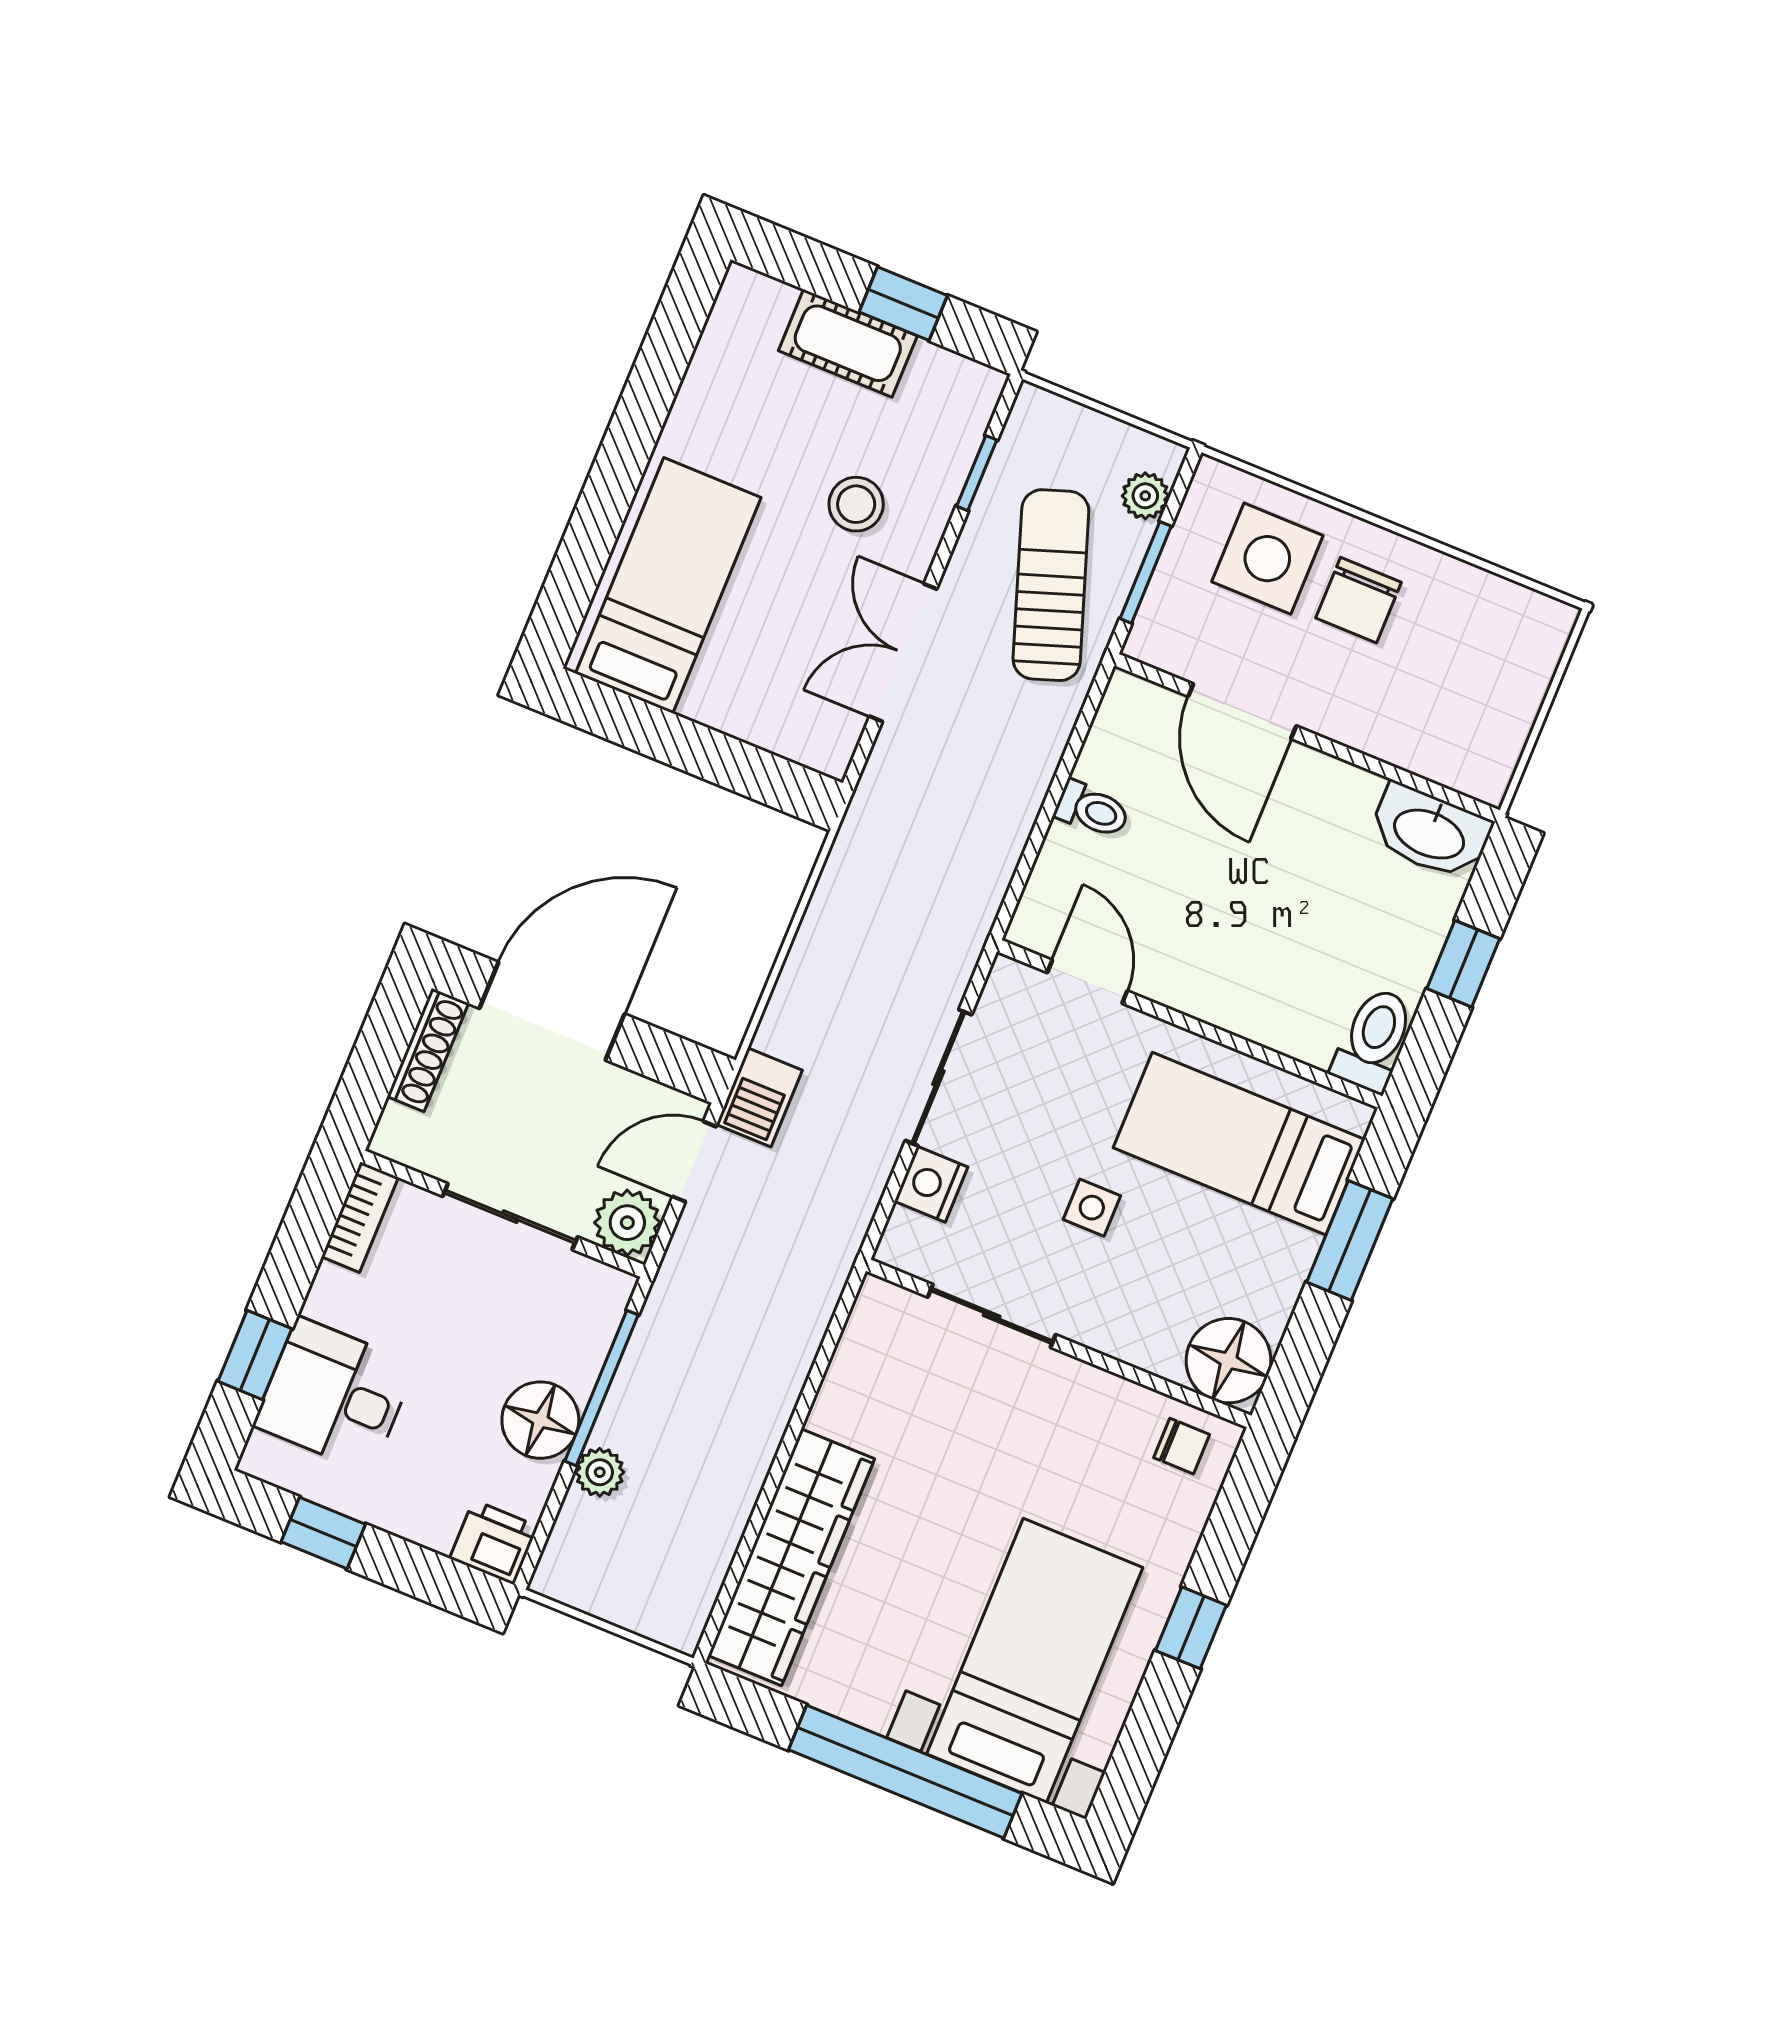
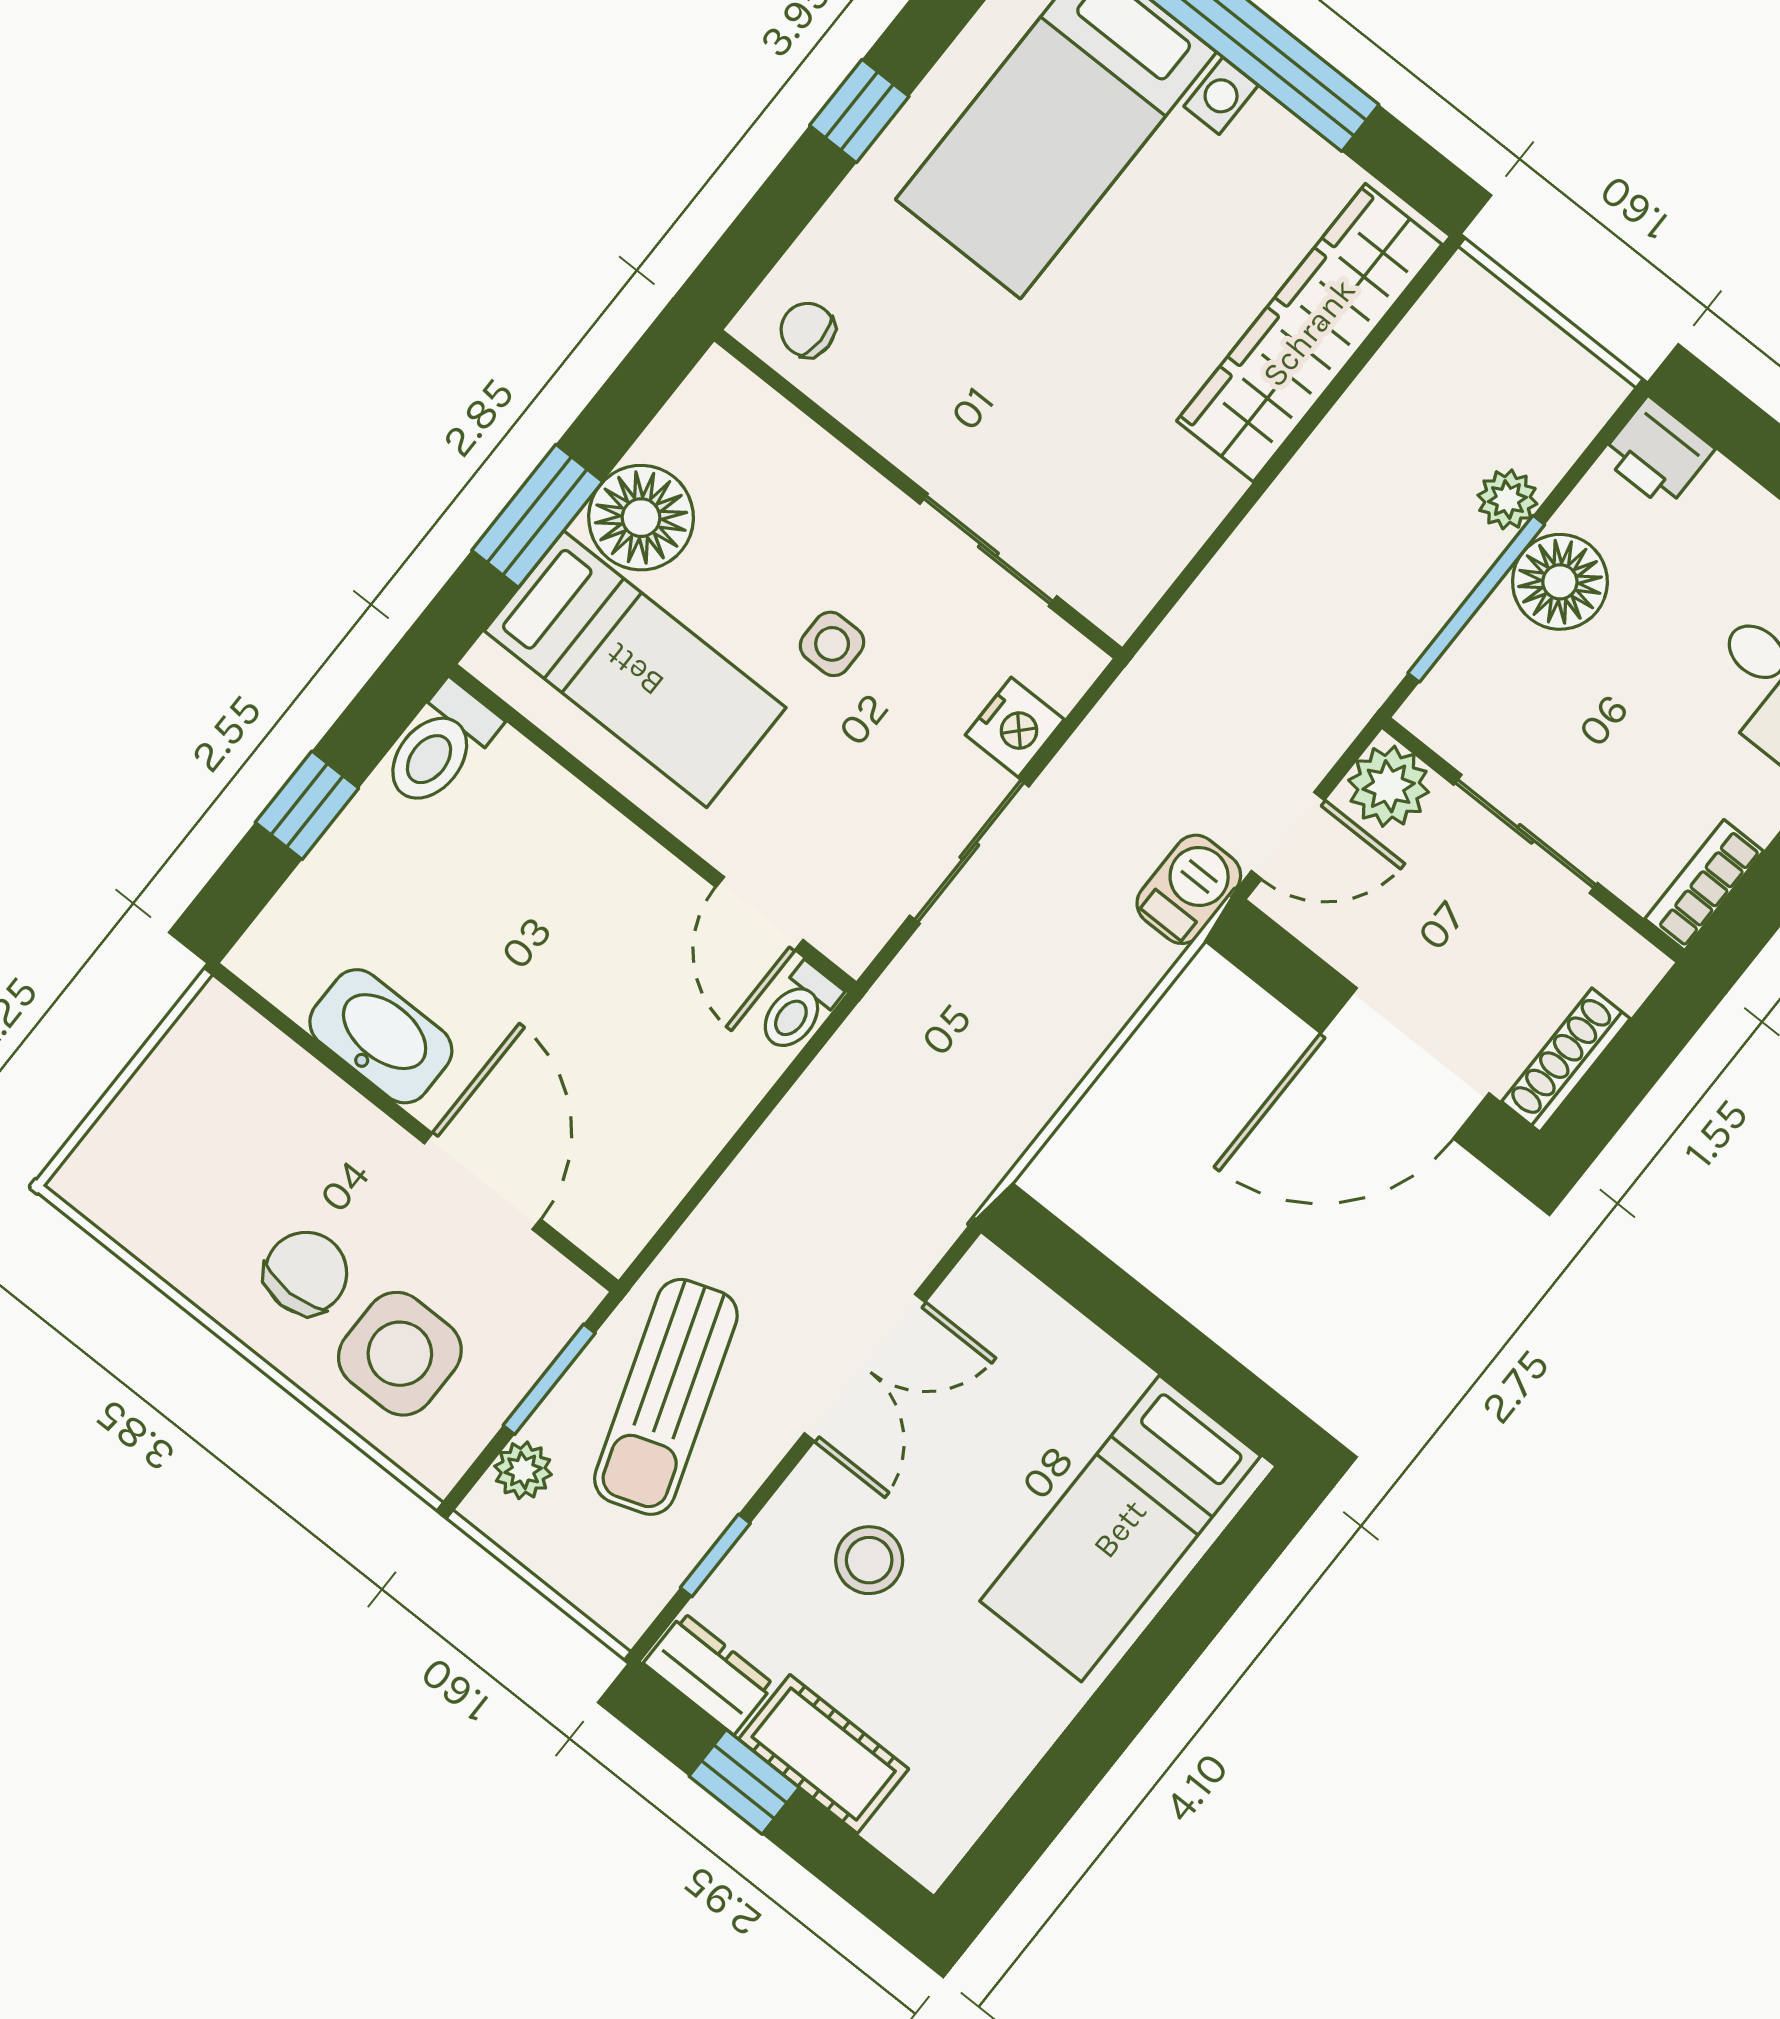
dresser: (955, 380) -> (709, 1674), added
toilet: (1092, 810) -> (798, 1009), moved, turned -90
washbasin: (1430, 832) -> (381, 1036), moved
floor lamp: (1229, 1361) -> (641, 518), moved

